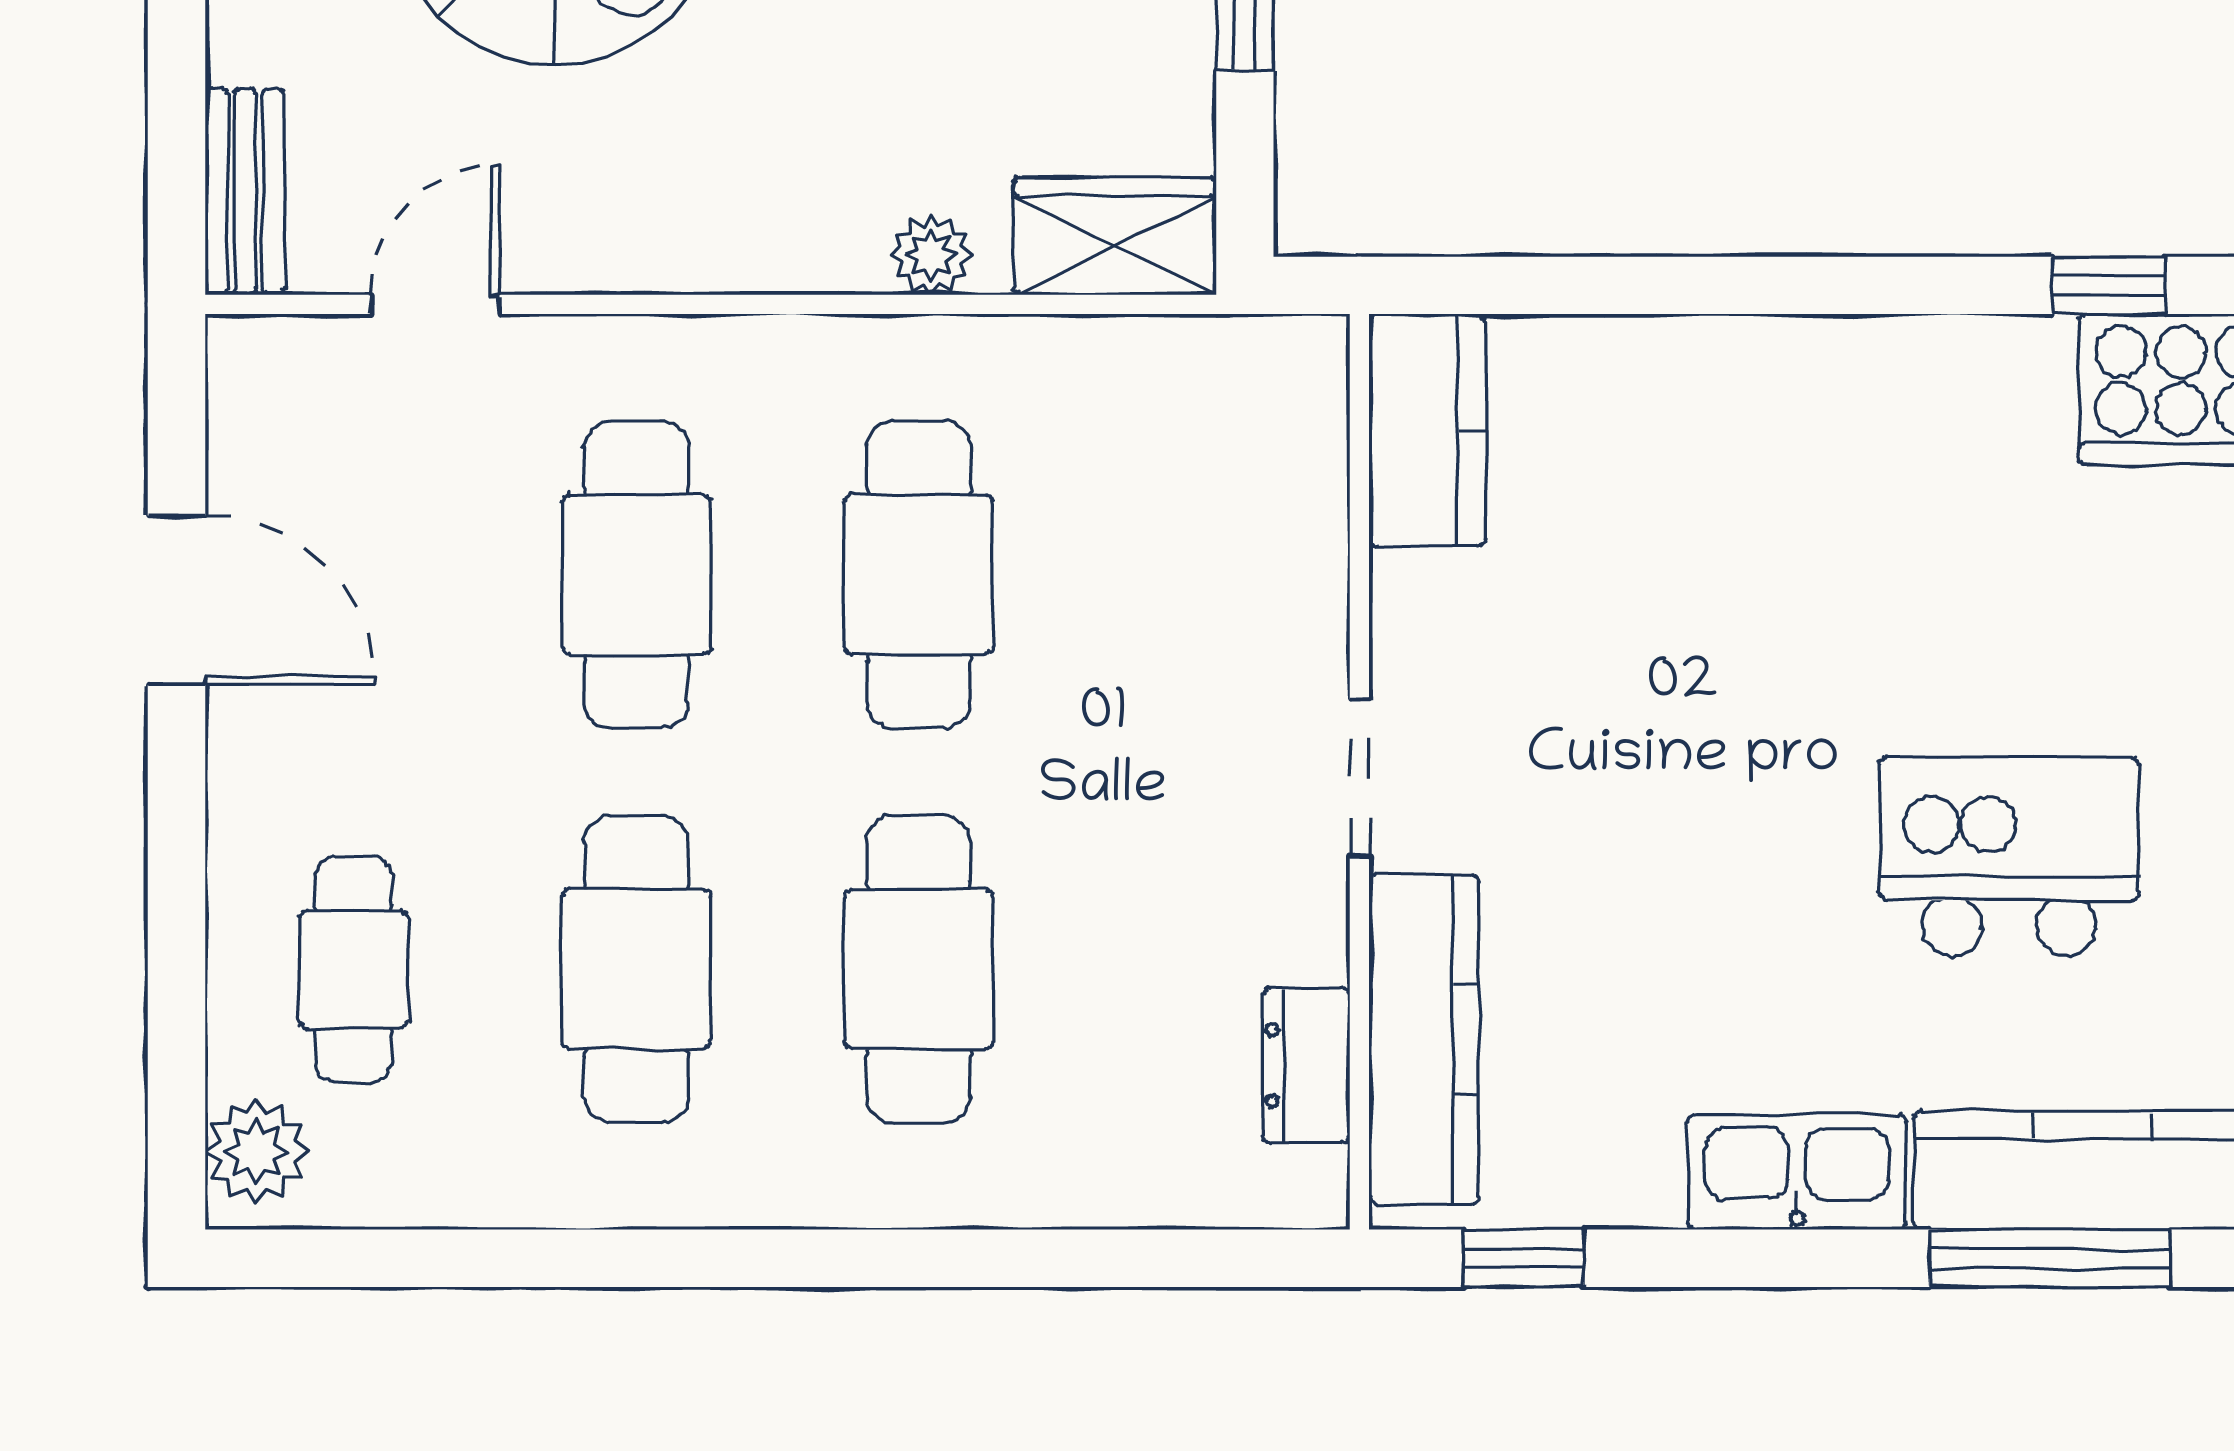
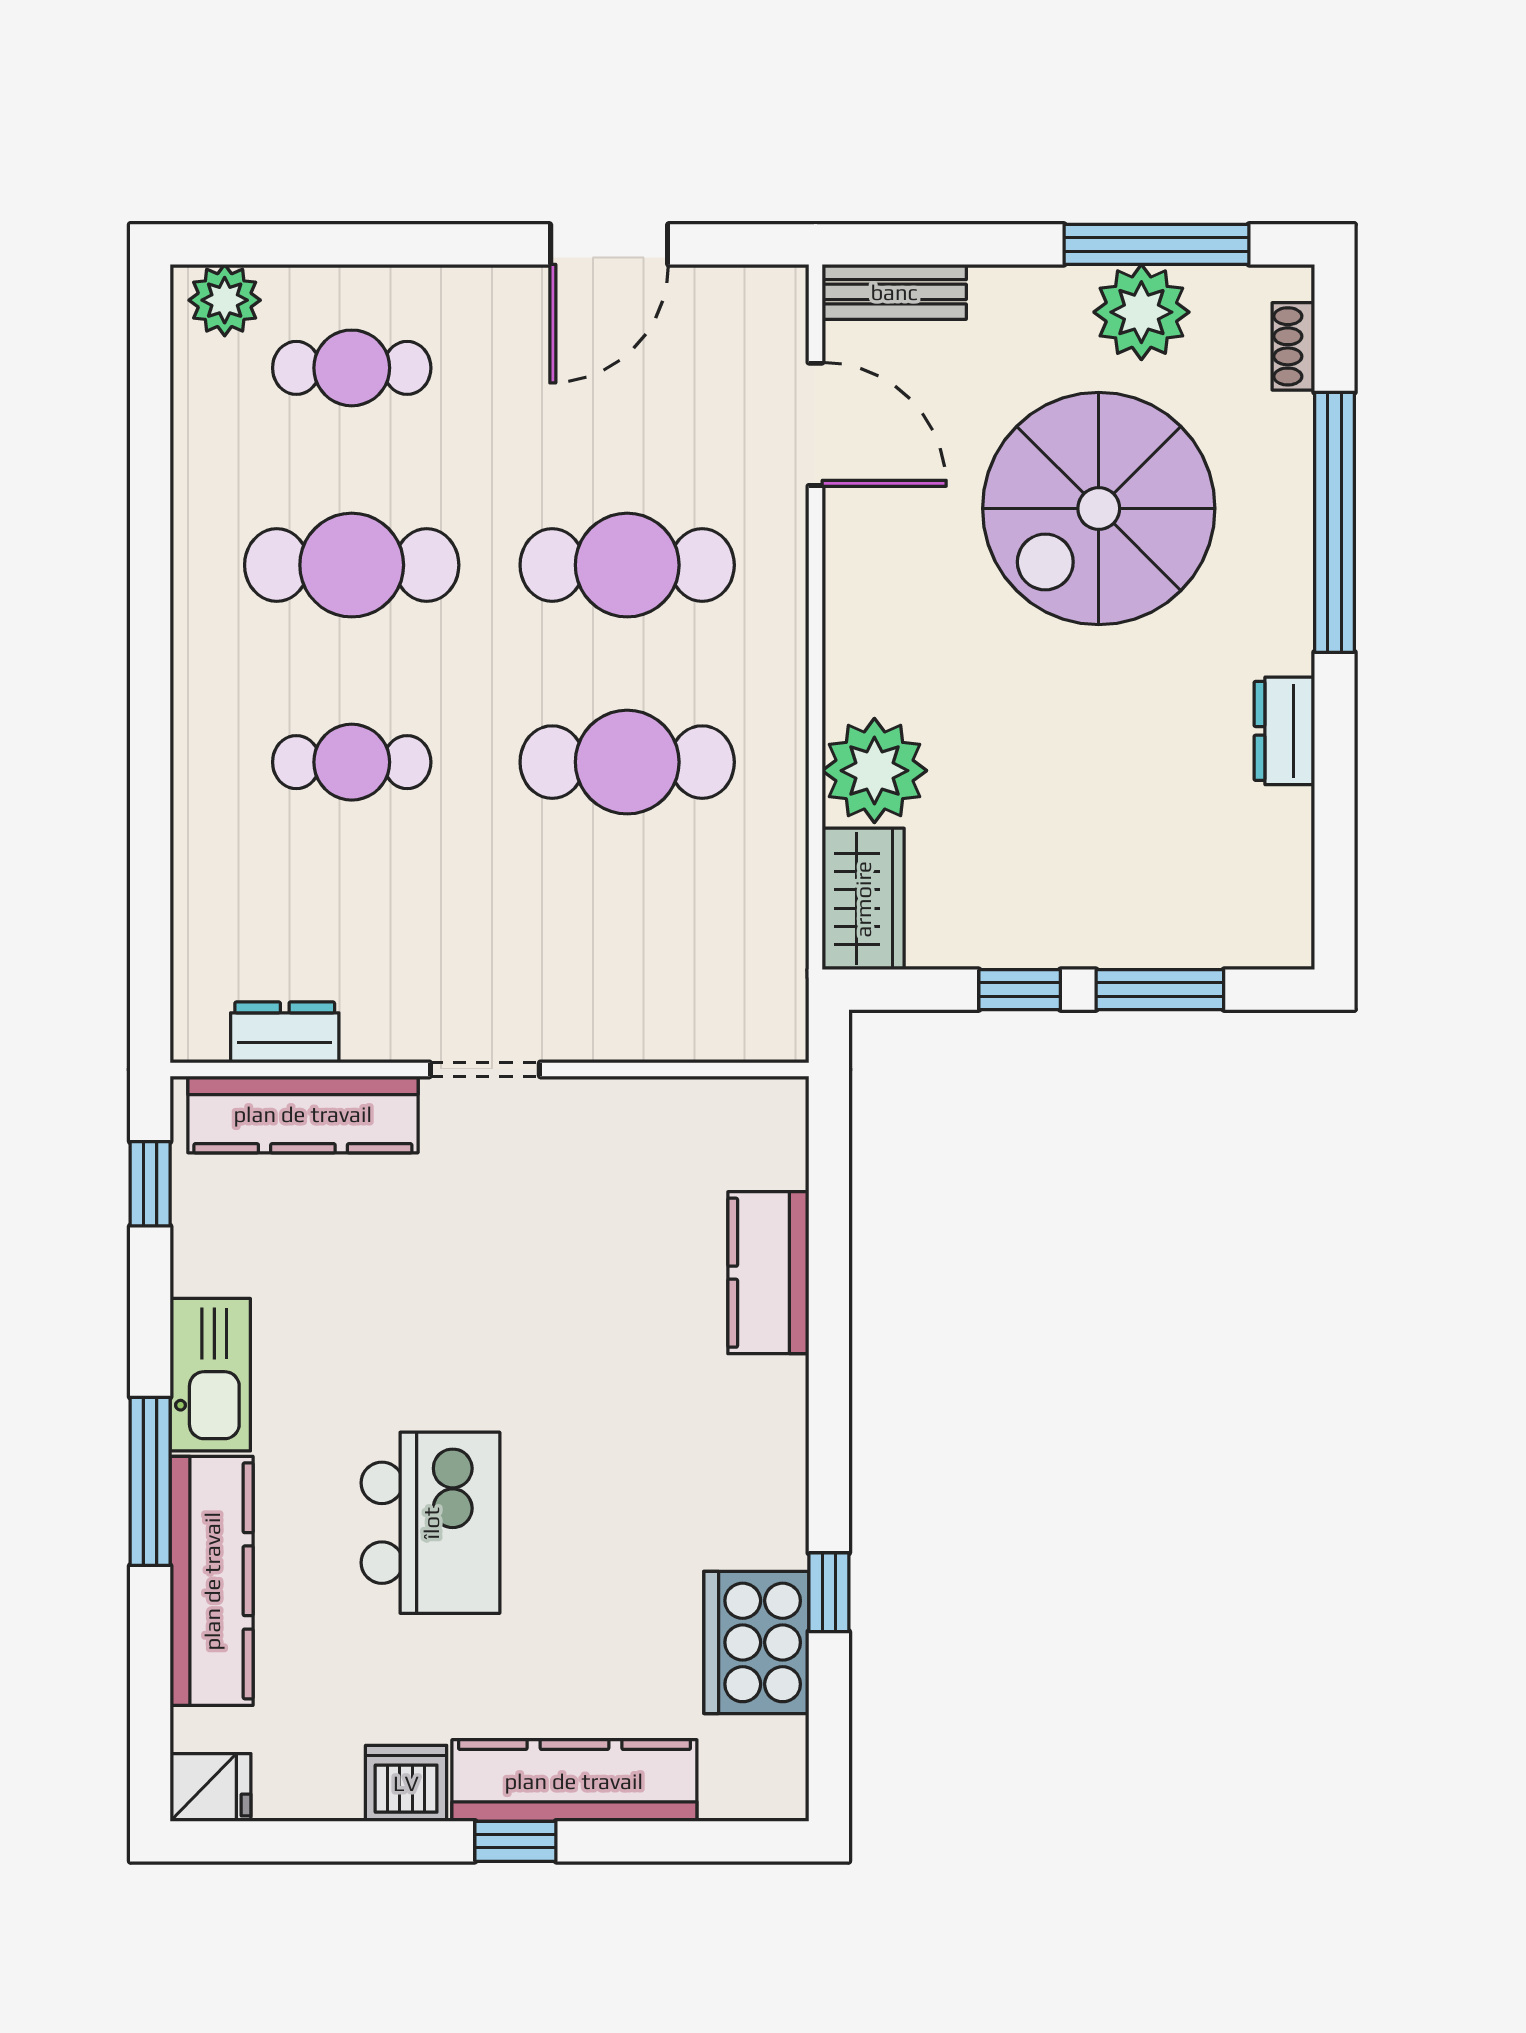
plant: (931, 255) -> (874, 771), width x1.88, depth x1.88
door: (435, 304) -> (815, 424), width x1.37
kitchen counter: (1427, 430) -> (768, 1273), moved, turned 90
cafe table: (919, 969) -> (352, 762), width x0.73, depth x0.74
window: (2050, 1258) -> (150, 1481), moved

